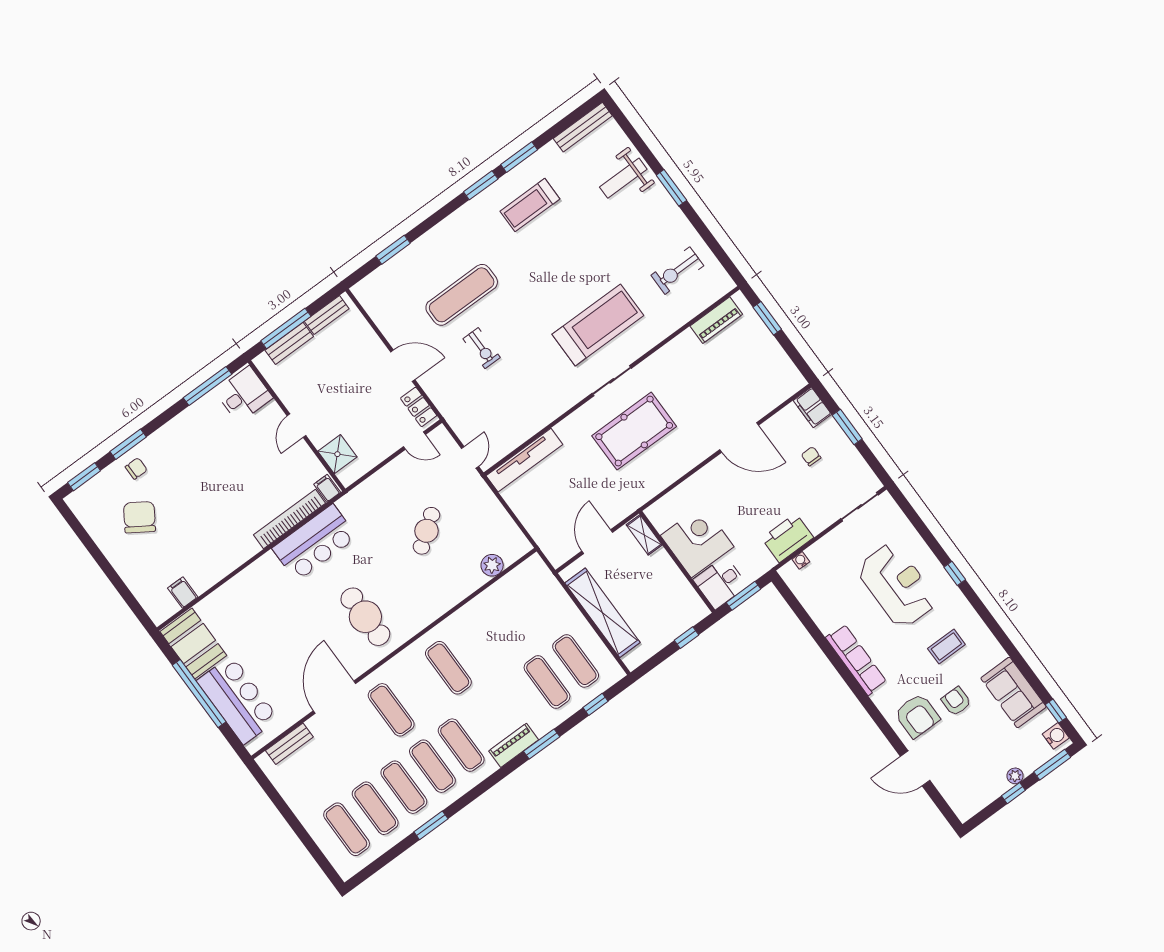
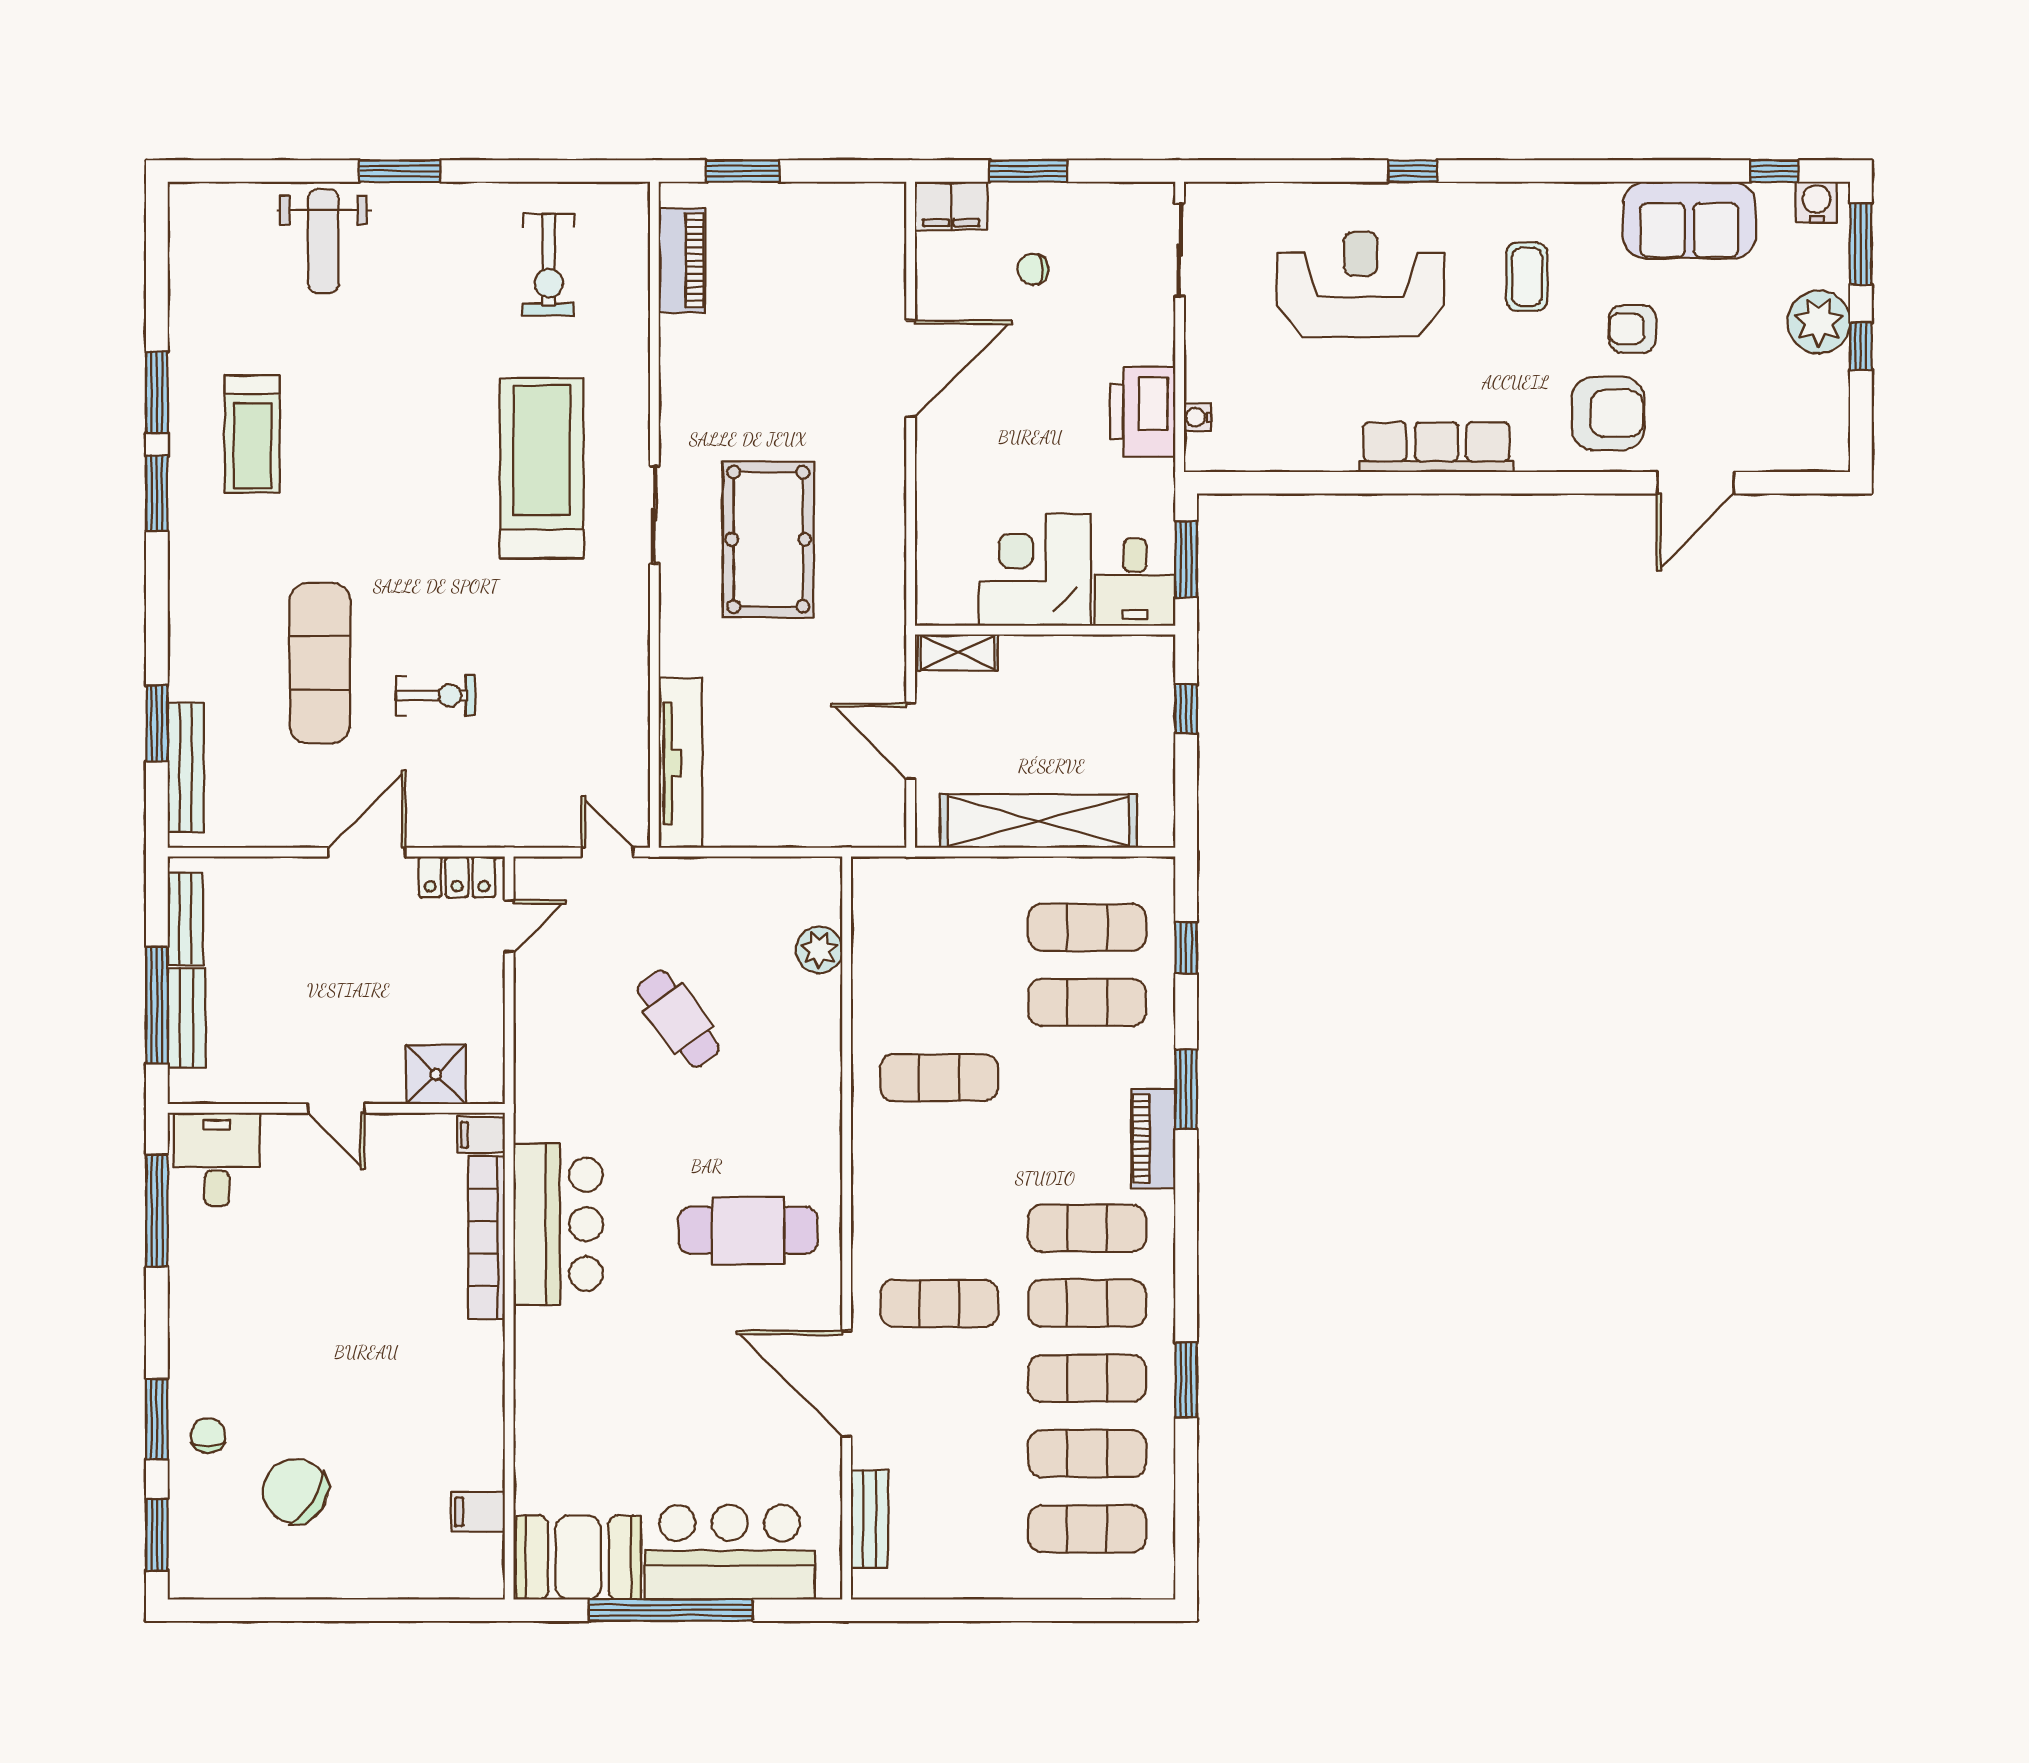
bench: (583, 127) -> (186, 768), moved
exercise mat: (448, 668) -> (939, 1078), moved
plant: (1015, 776) -> (1819, 322), width x1.88, depth x1.88

